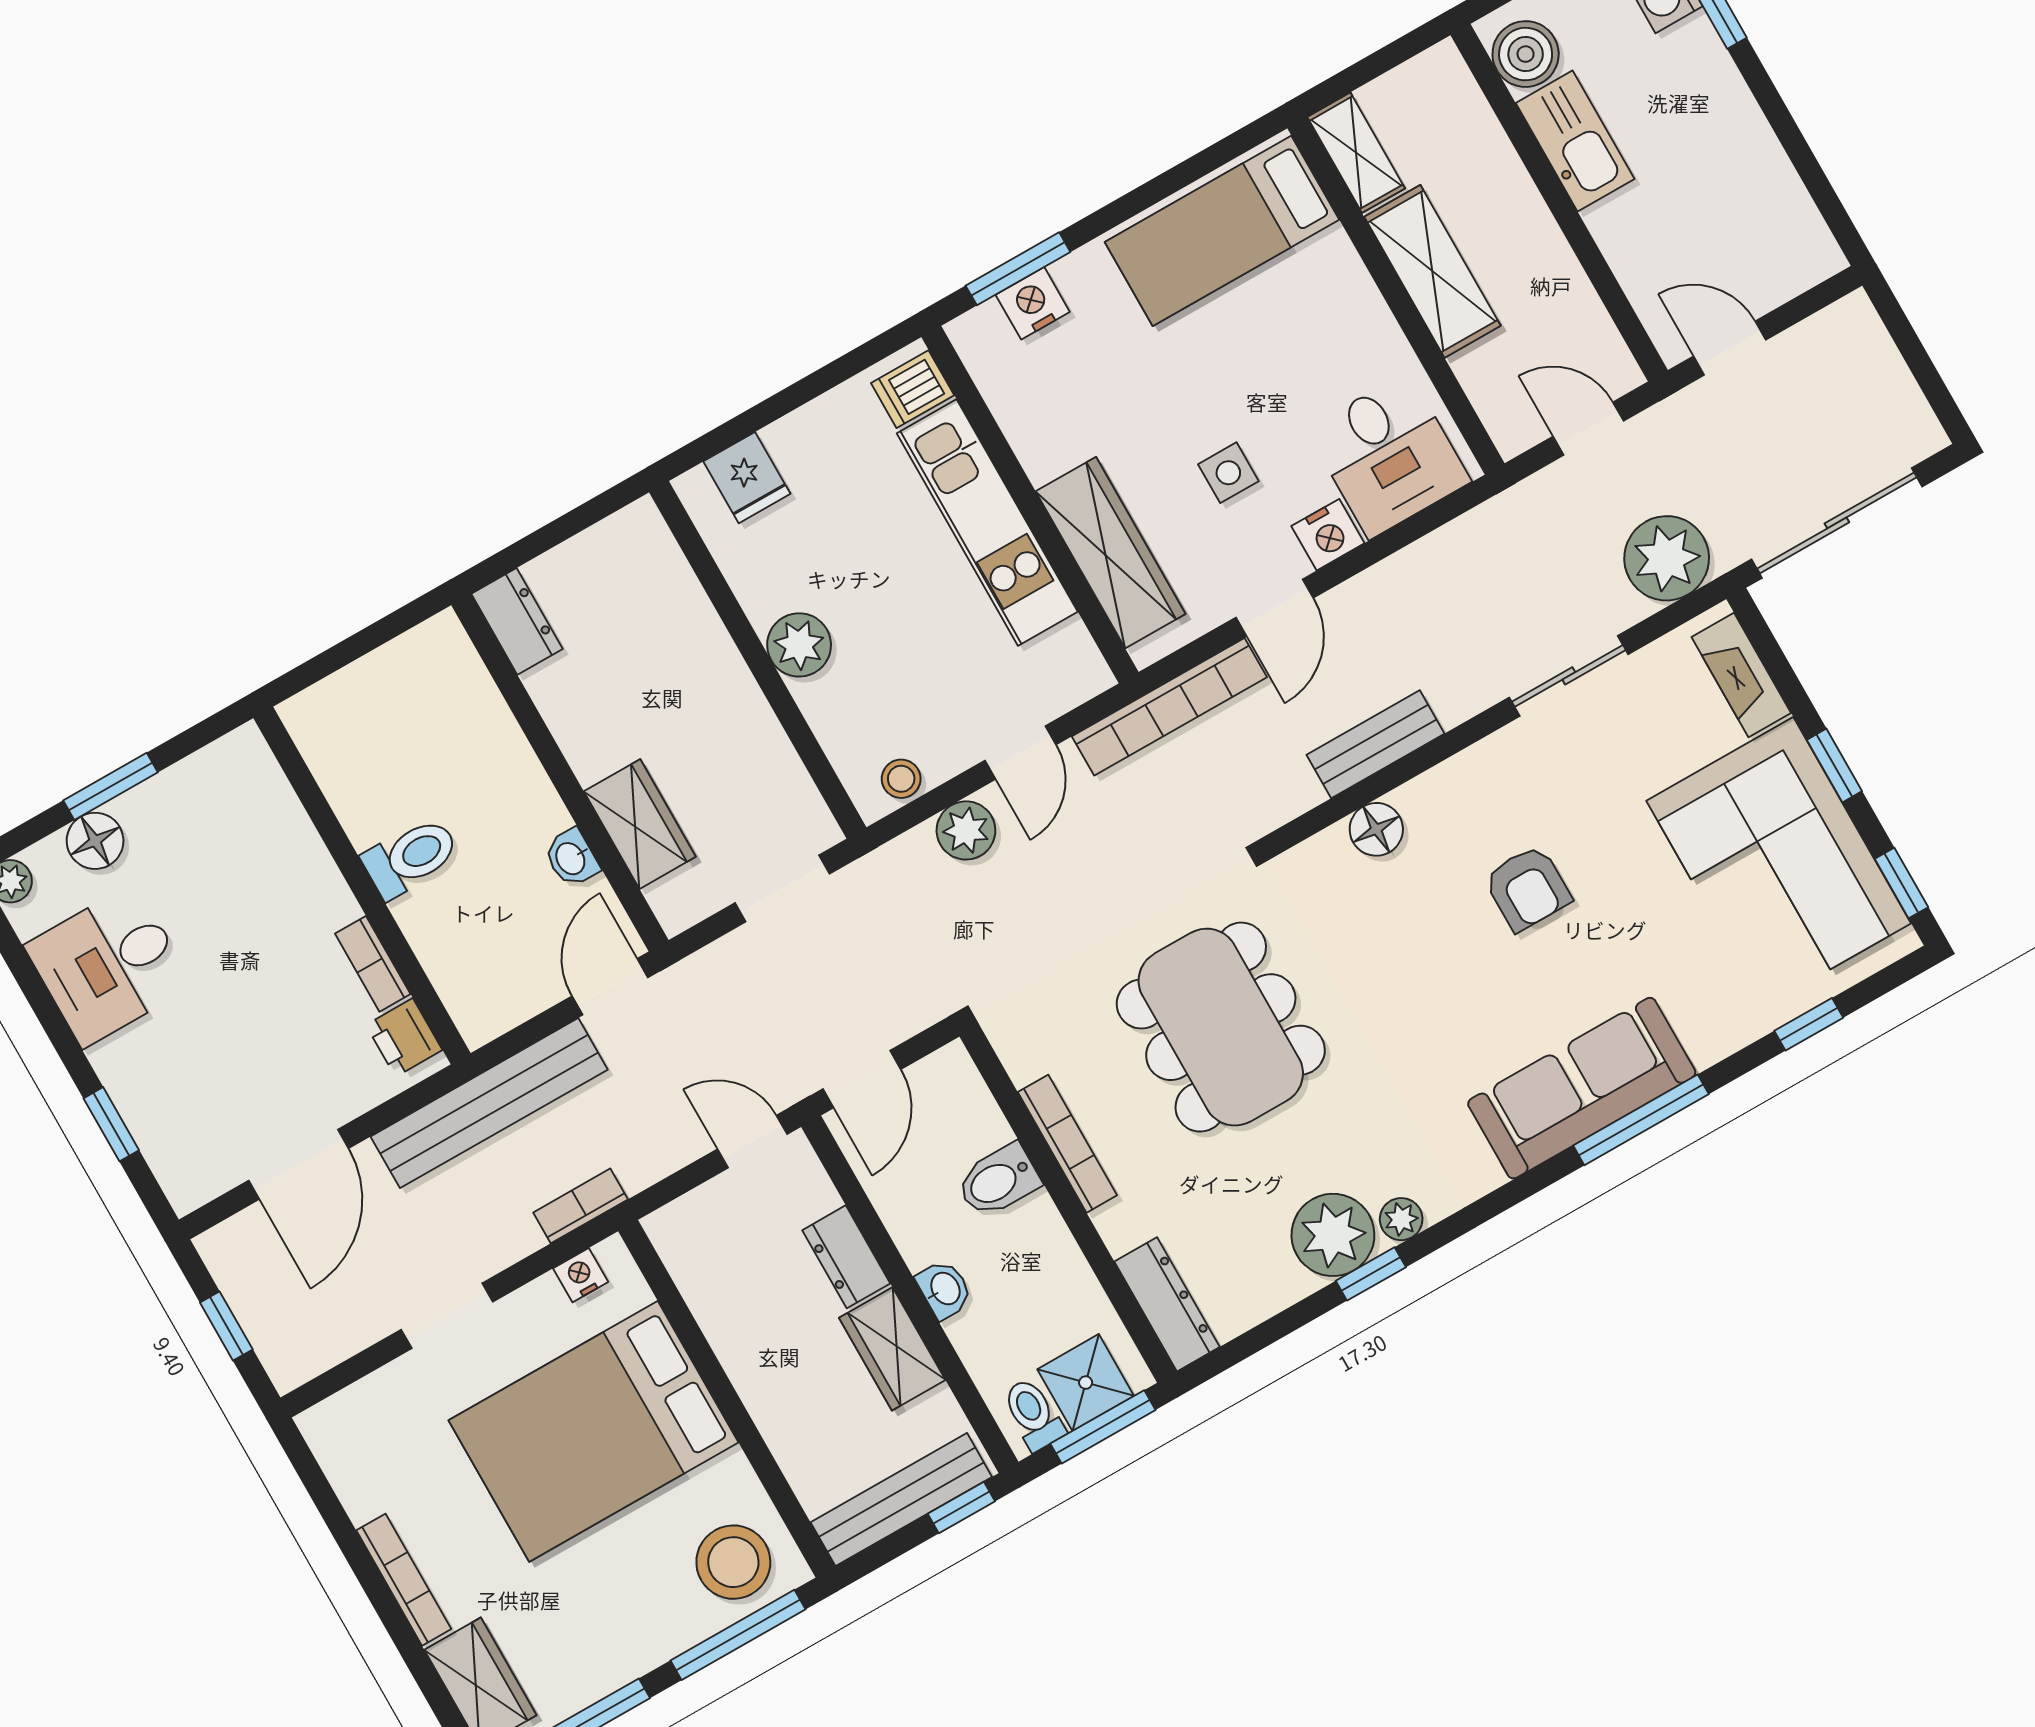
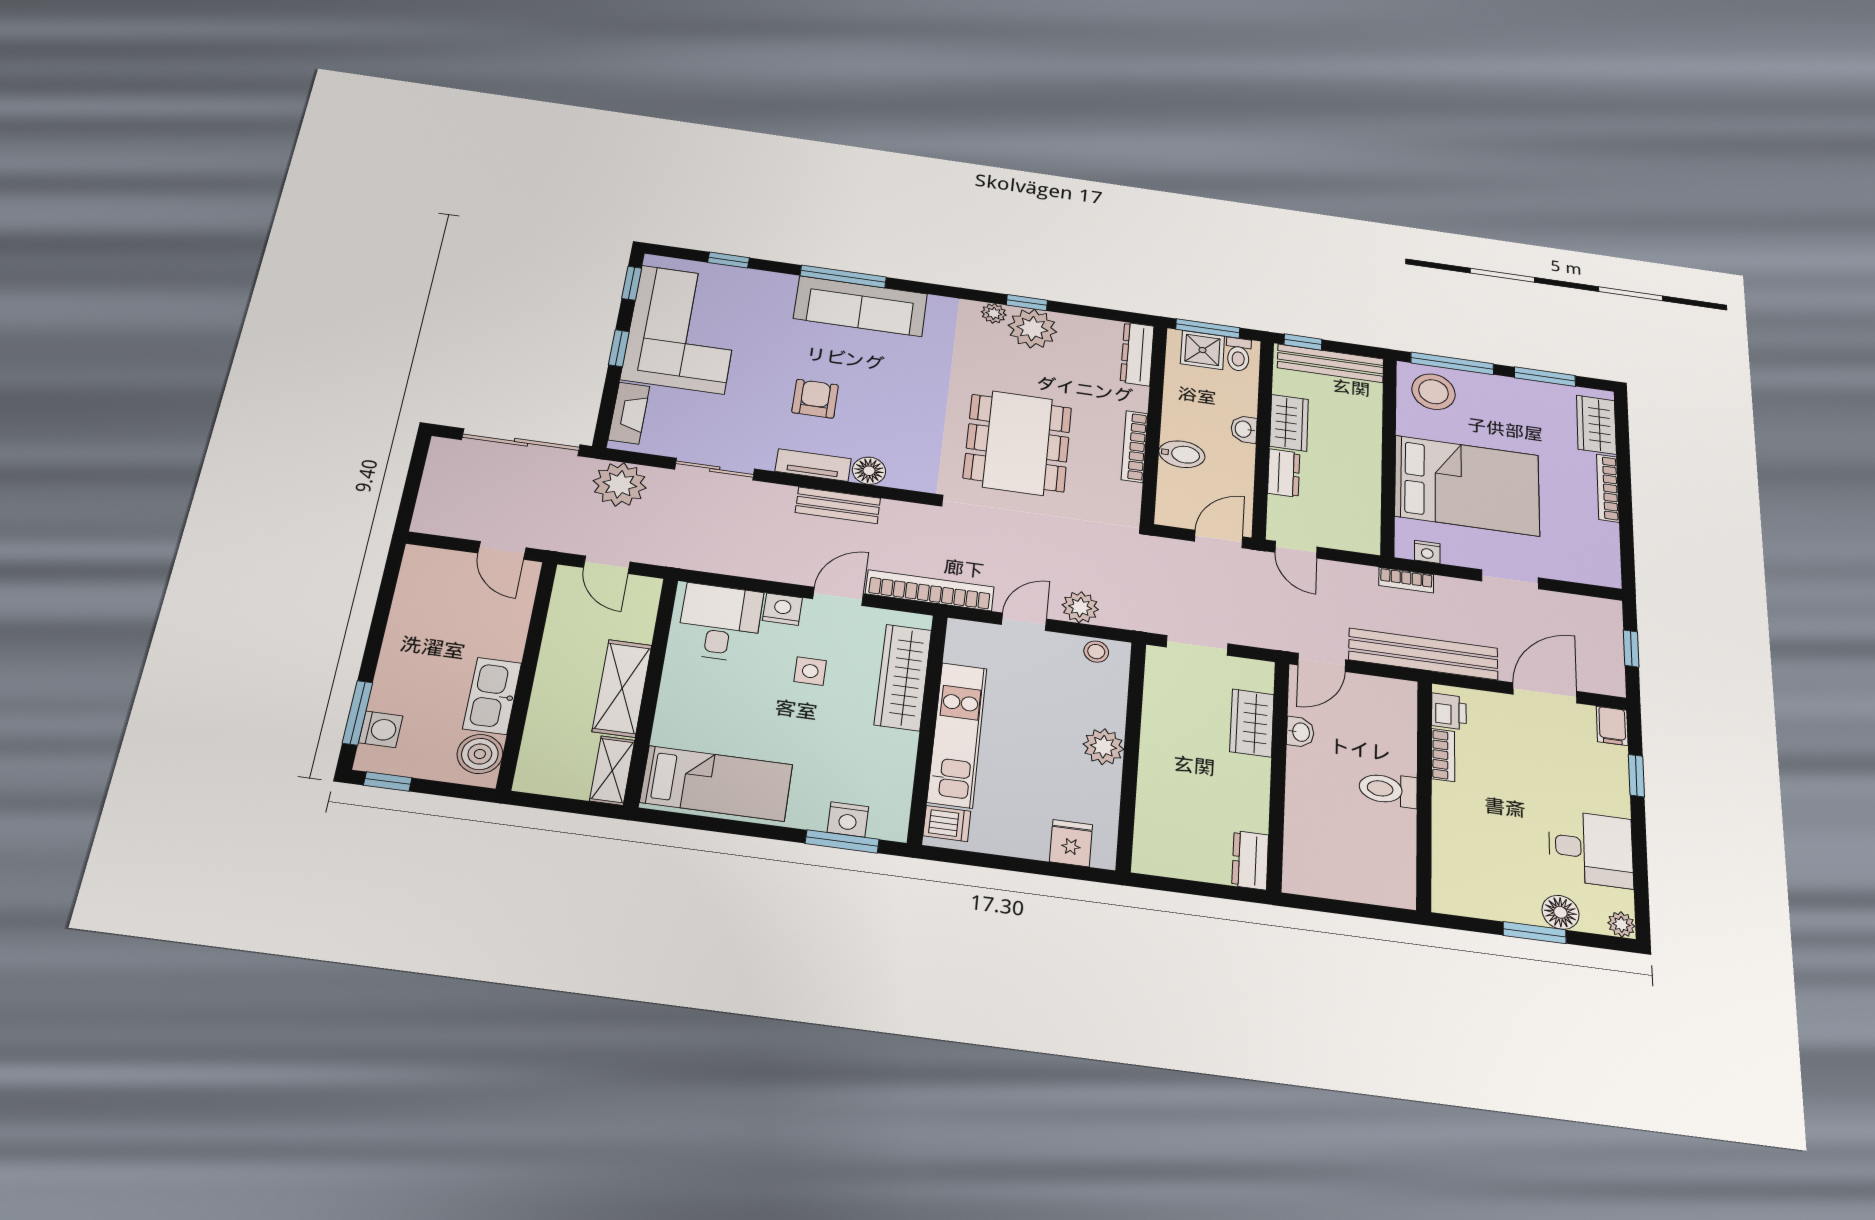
tv unit: (1452, 781) -> (813, 465), added
filing cabinet: (184, 1179) -> (1612, 726), added

